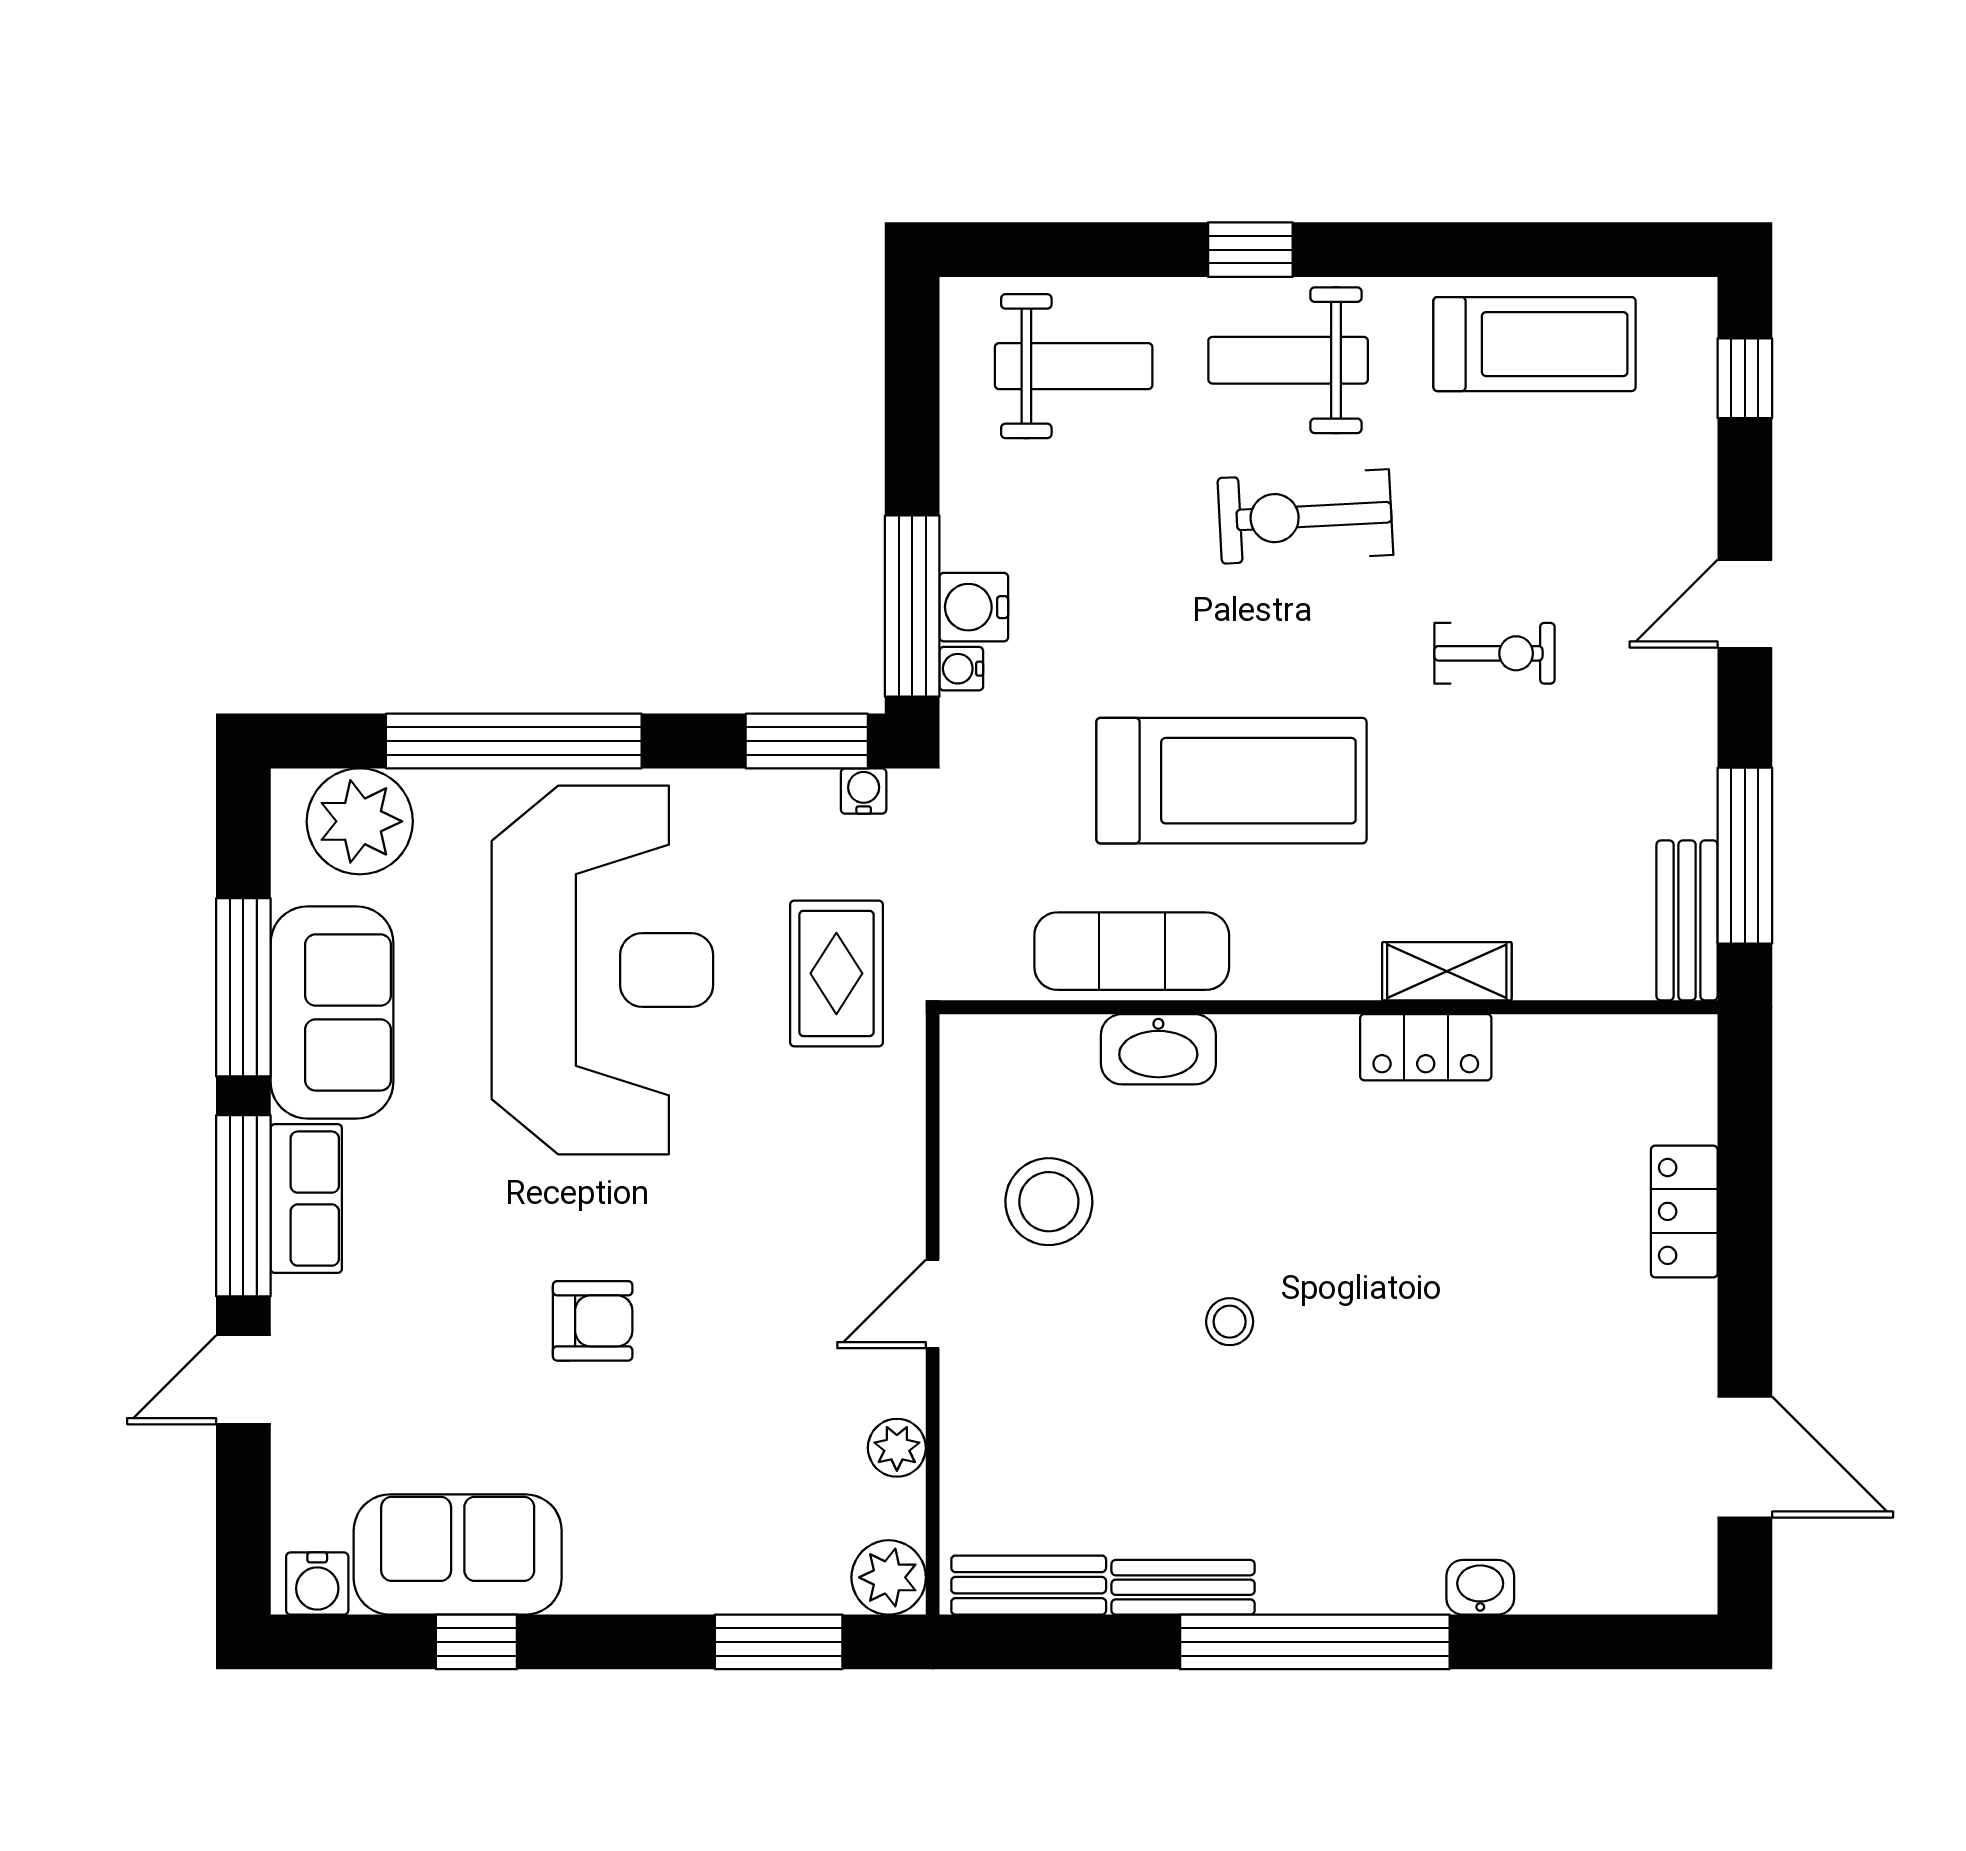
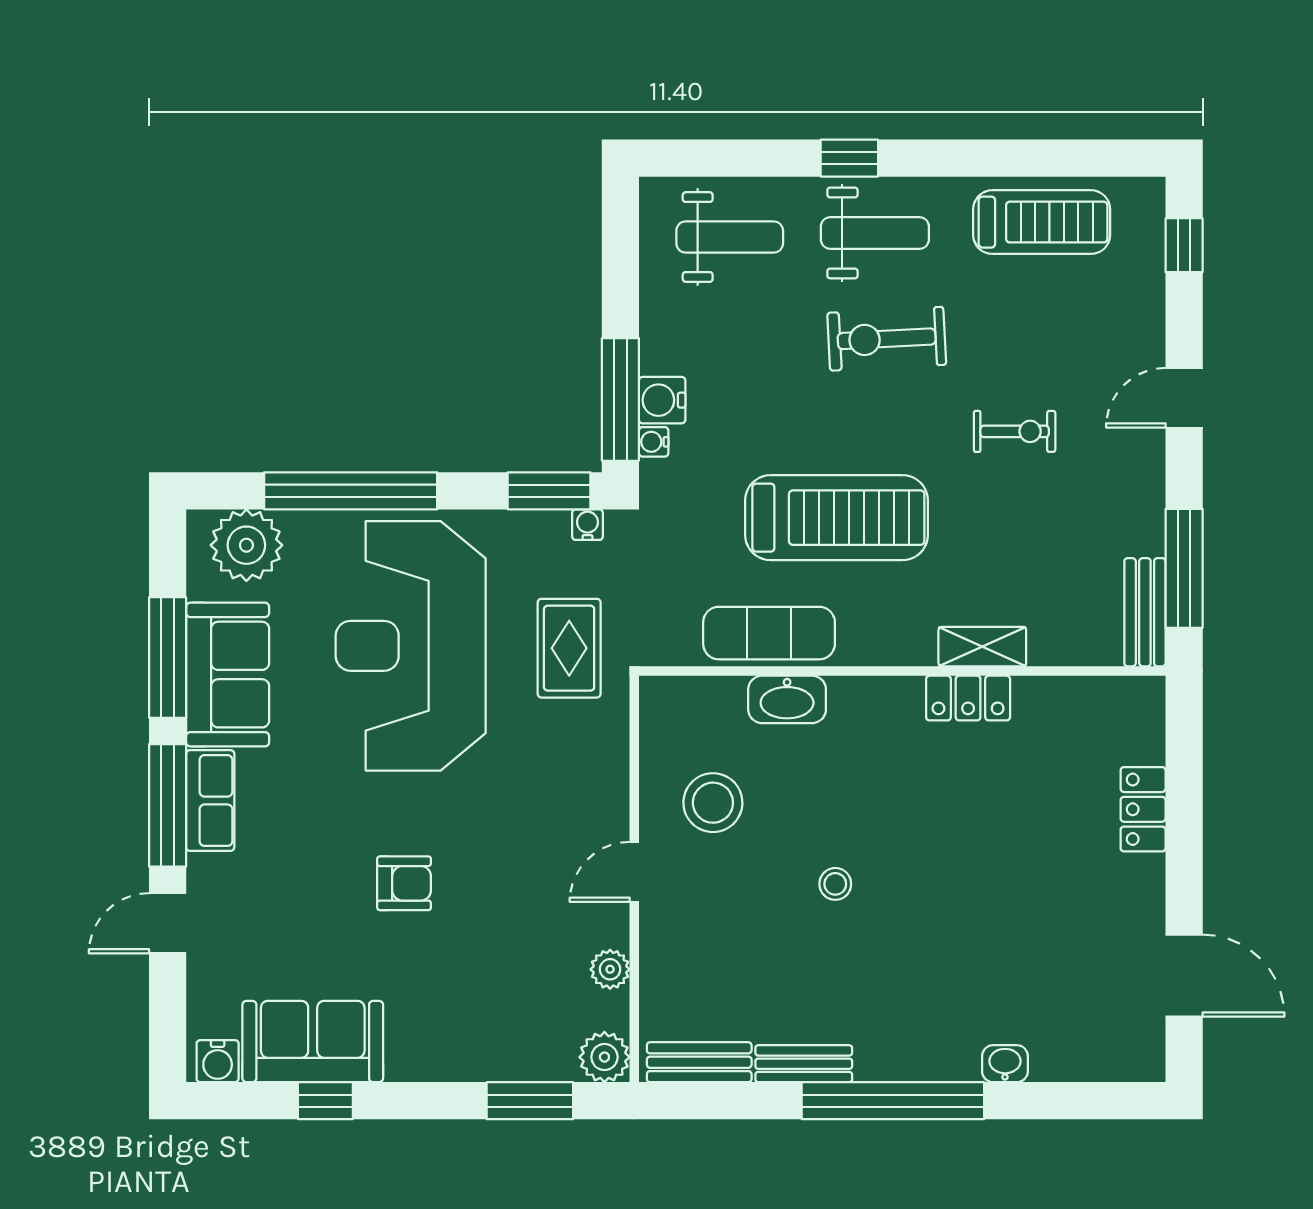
weight bench: (1288, 360) -> (875, 233), turned 180
reception desk: (602, 970) -> (411, 646), turned 180

